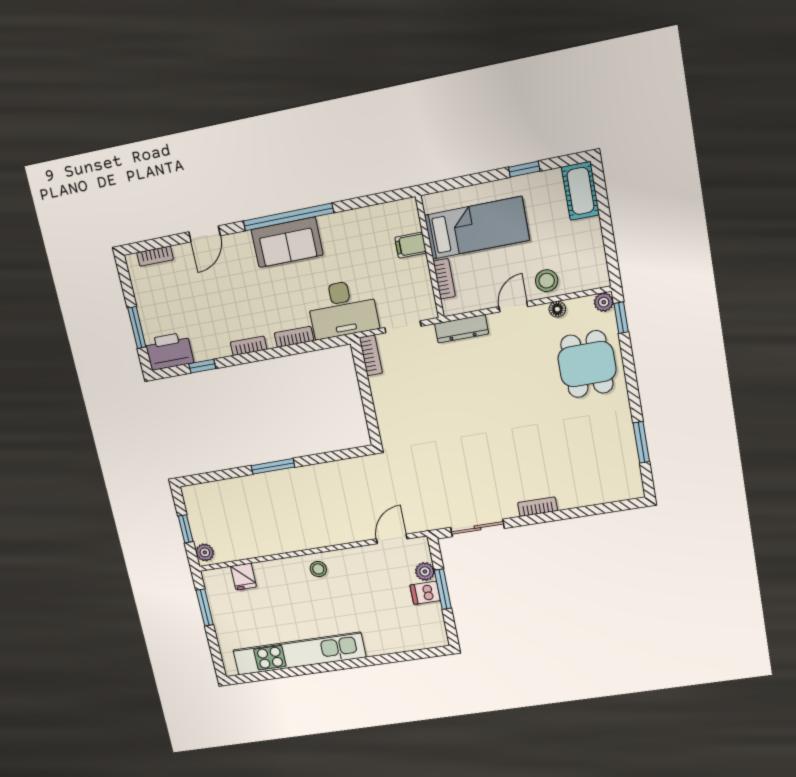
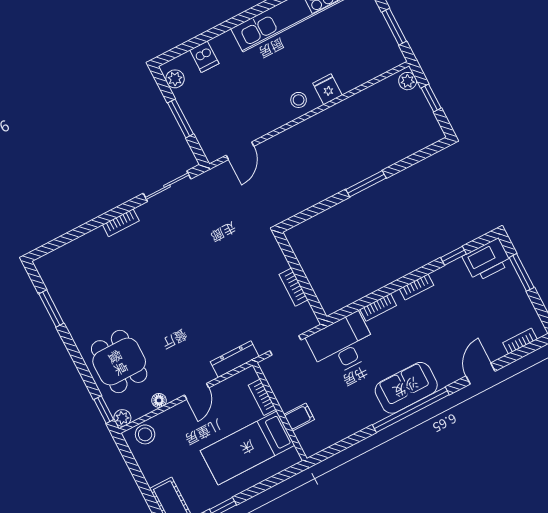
stool: (547, 281) -> (145, 434), moved
bookcase: (371, 355) -> (293, 287), moved
plant: (425, 572) -> (175, 79), moved
fridge: (244, 577) -> (327, 89), moved
dishwasher: (425, 593) -> (204, 57), moved, turned 90

